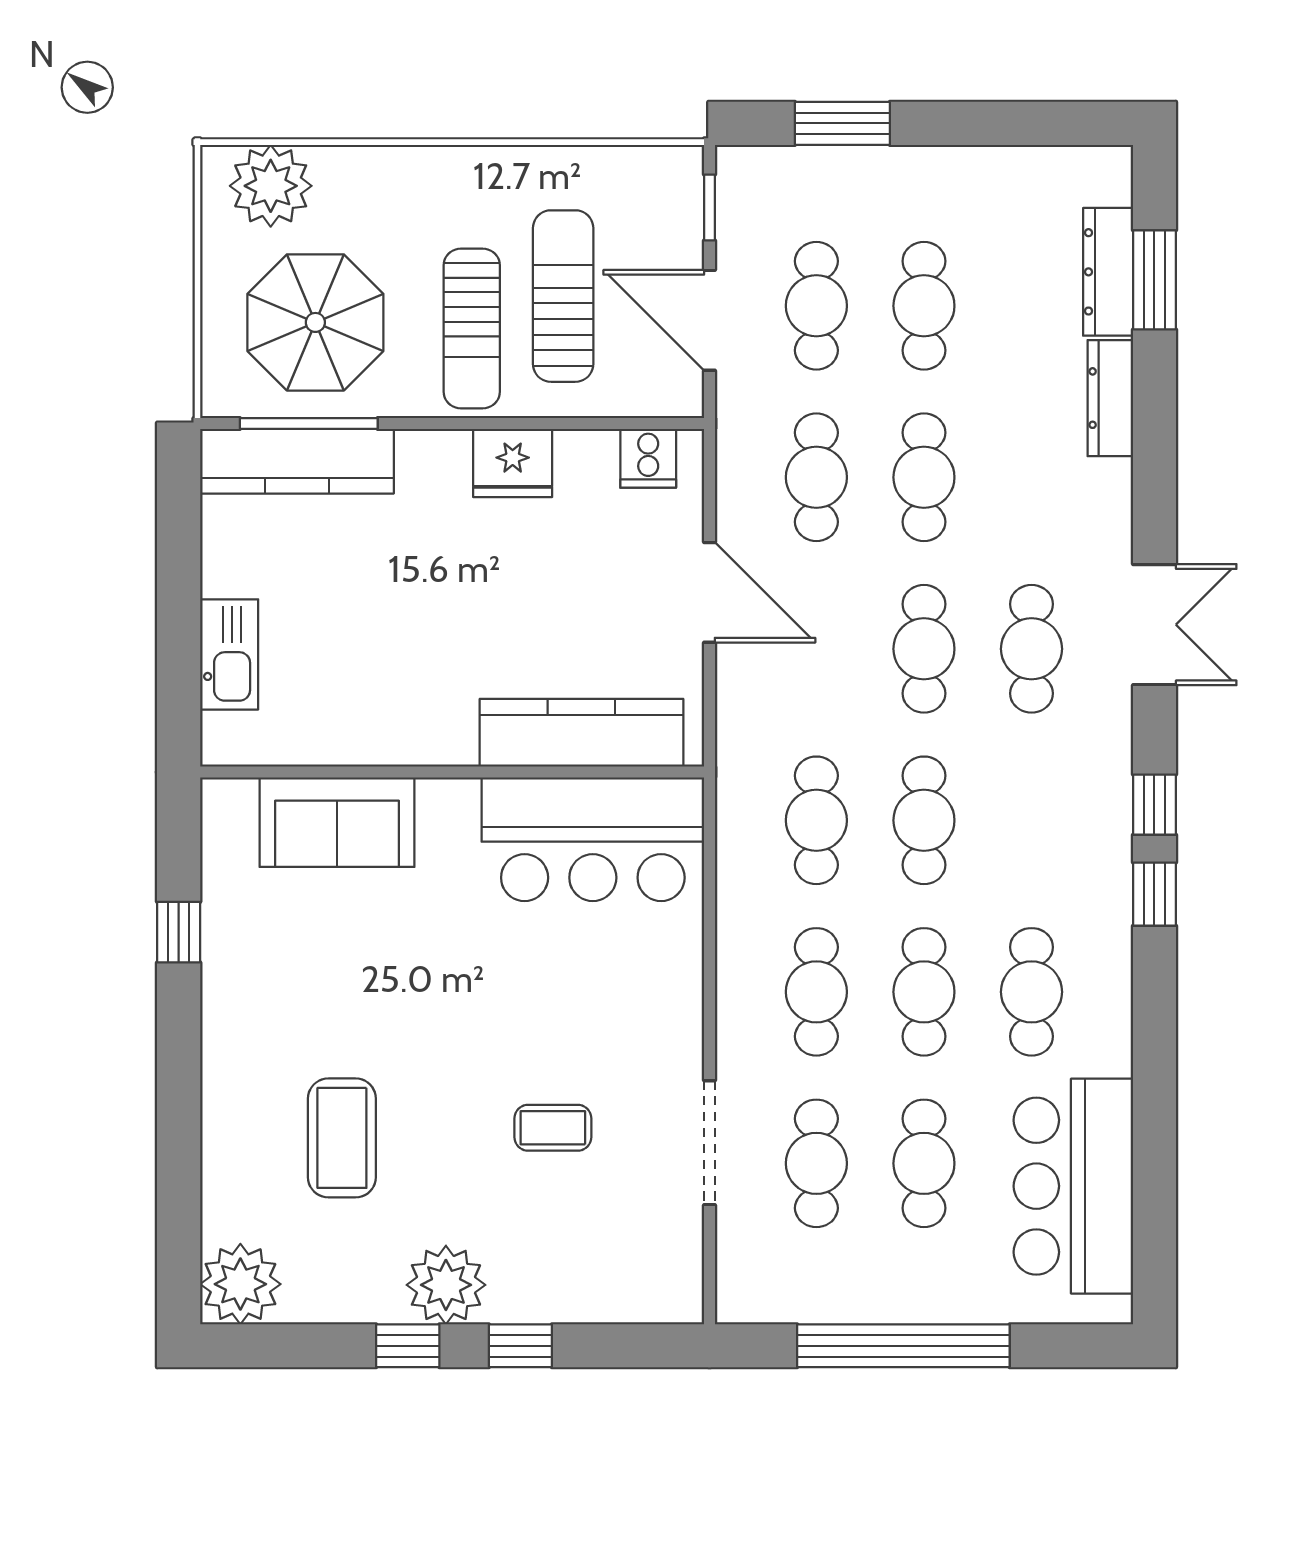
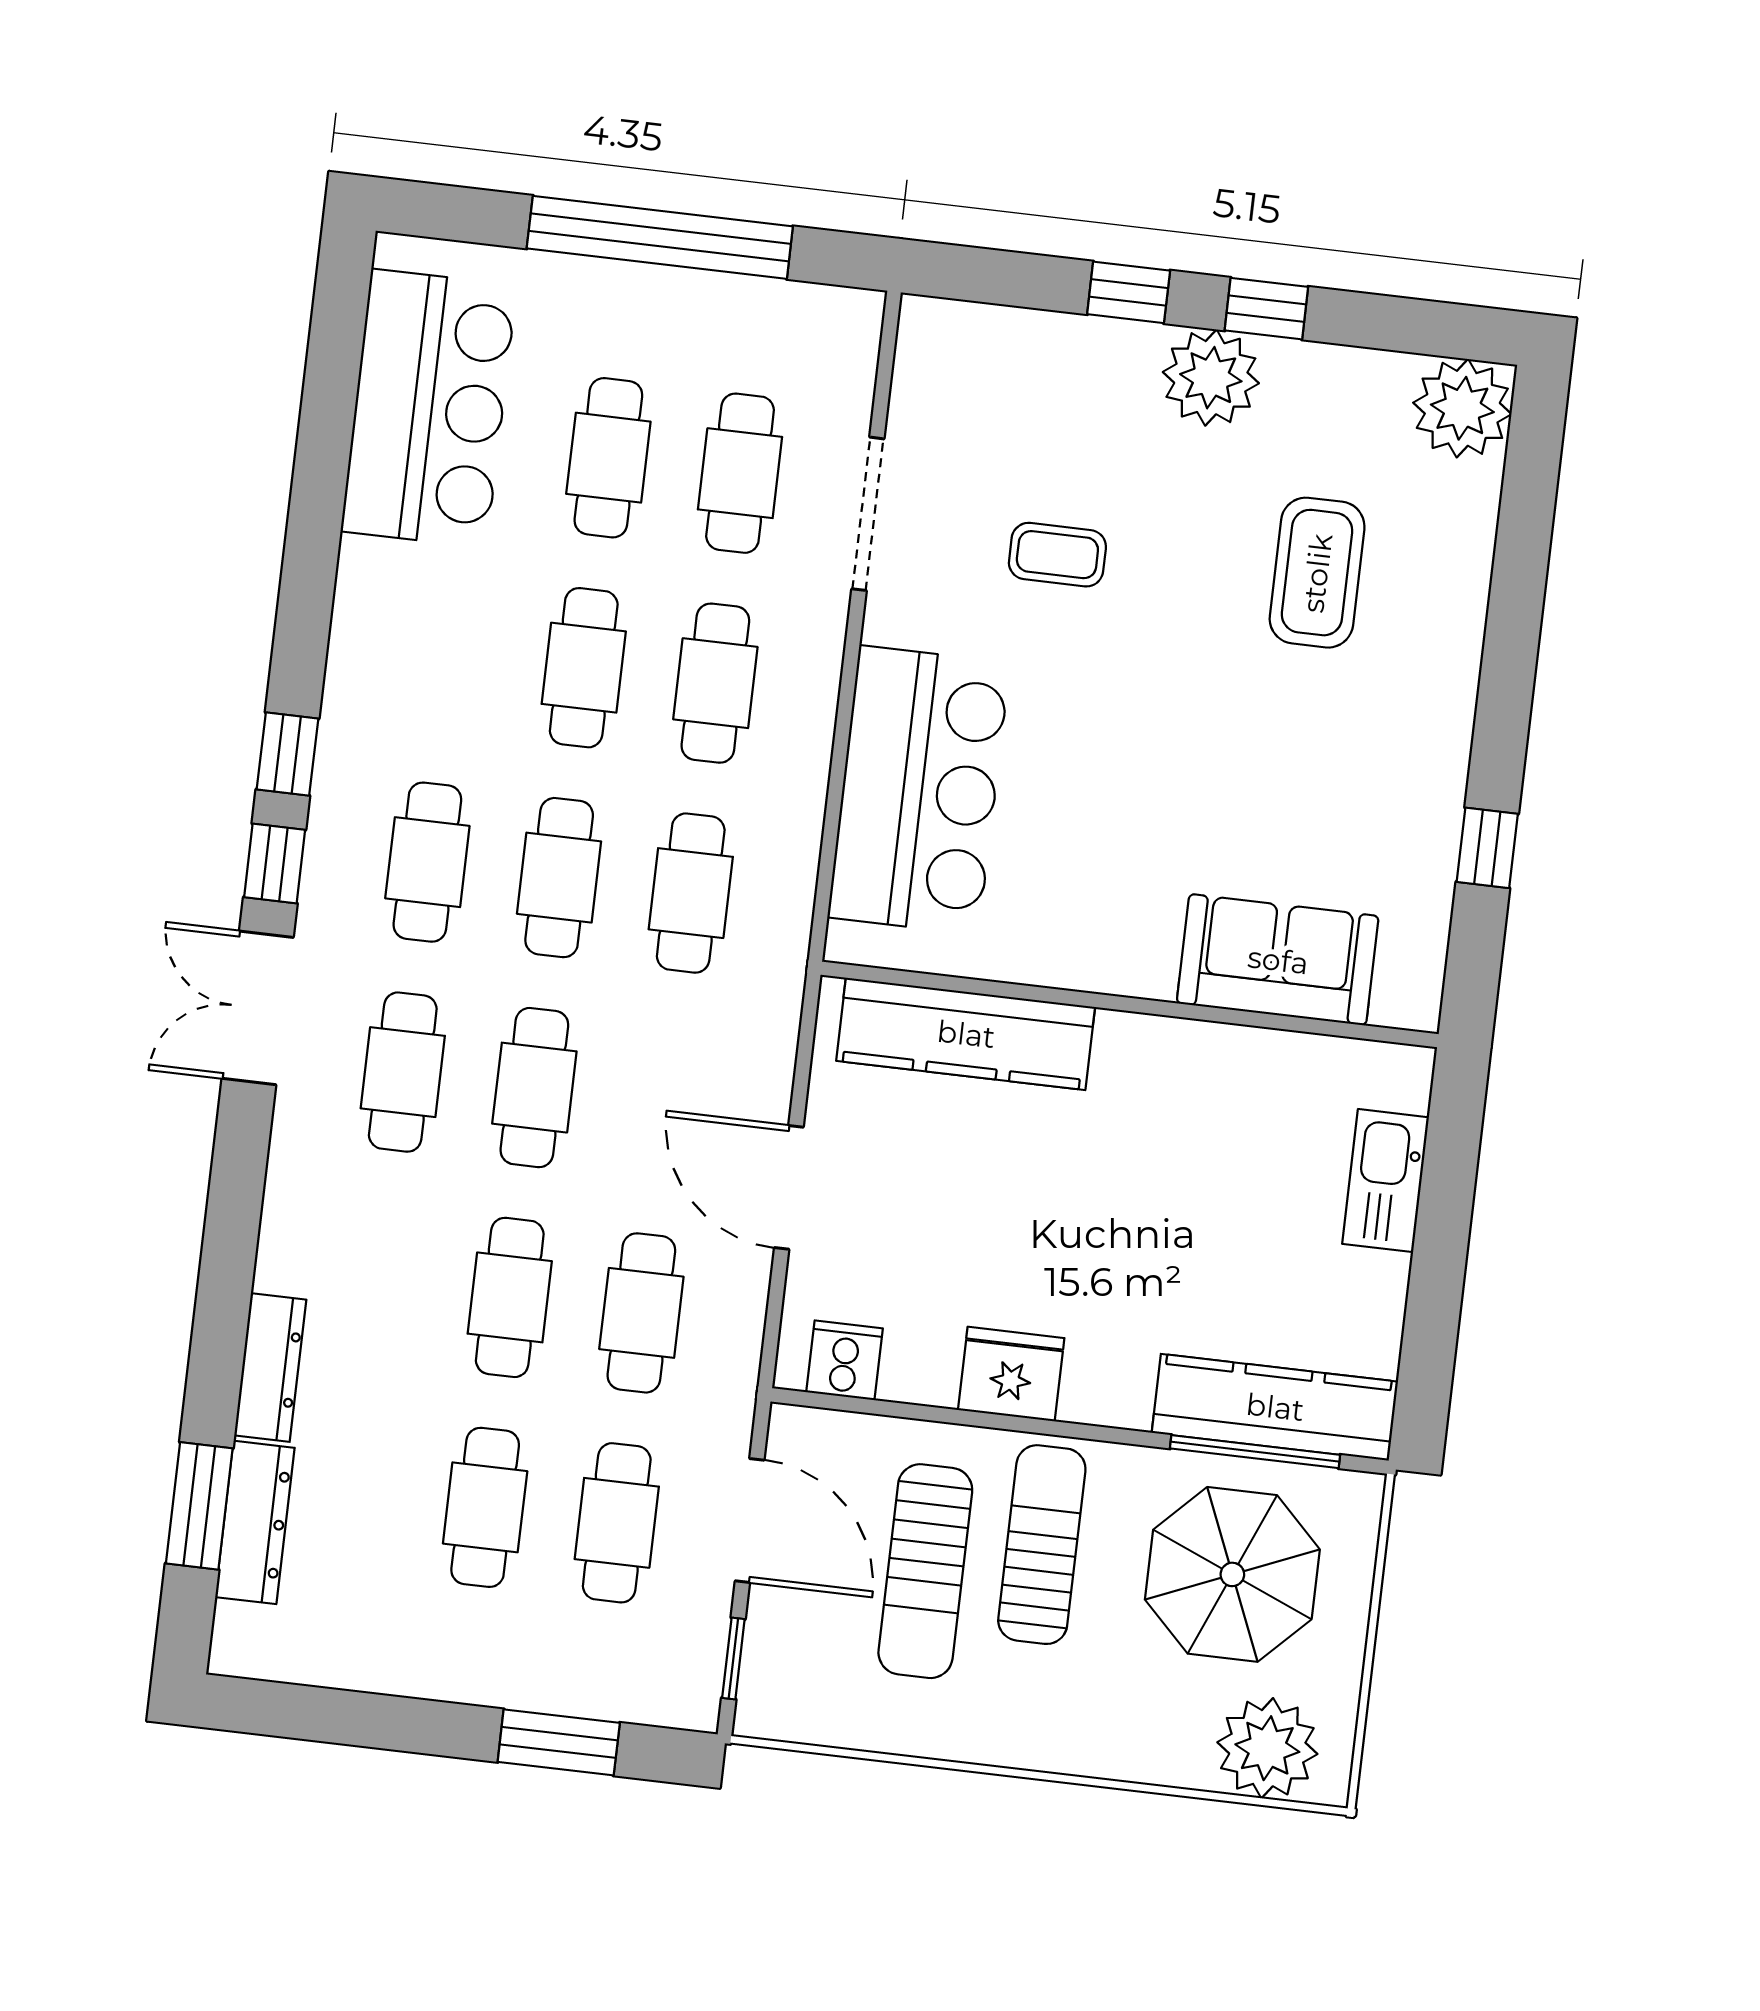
double door: (1154, 625) -> (258, 1008), moved
bar counter: (593, 839) -> (919, 790), moved, turned 90
cafe table: (1031, 992) -> (427, 862), moved

